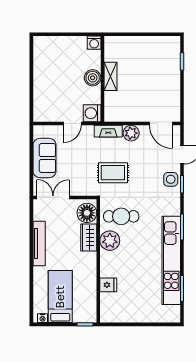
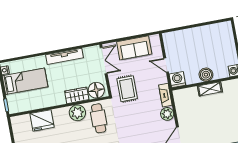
rug: (113, 173) -> (127, 89), moved
fridge: (108, 285) -> (42, 120), width x1.88, depth x1.34

